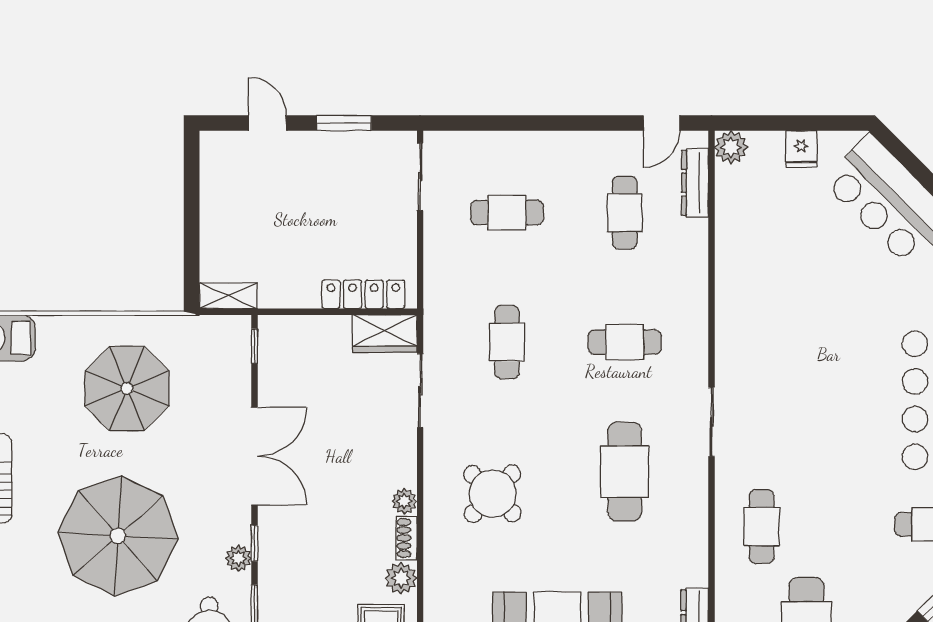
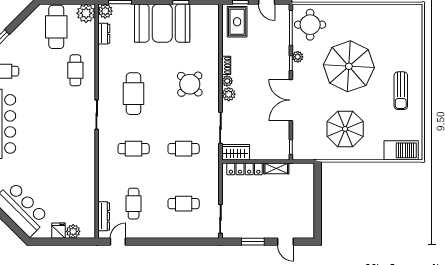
plant: (731, 147) -> (73, 231), moved
shelving: (228, 296) -> (276, 168), moved
cafe table: (507, 342) -> (184, 149), turned 90
plant: (401, 578) -> (229, 94), moved

